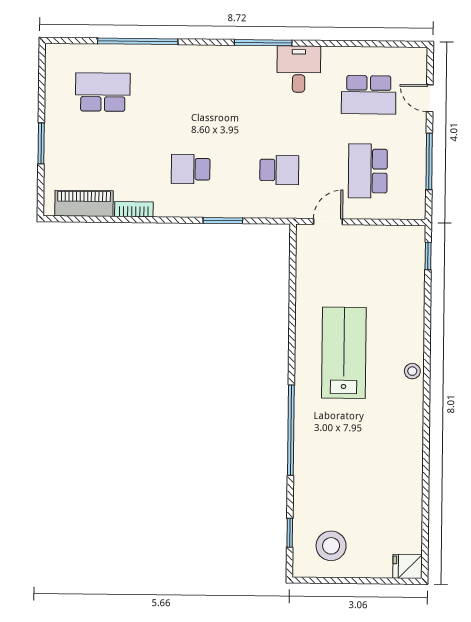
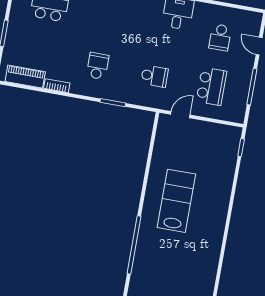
school desk: (369, 95) -> (220, 37), width x0.54
school desk: (191, 169) -> (98, 66), turned 90
school desk: (368, 171) -> (211, 86), turned 180
stool: (412, 371) -> (219, 220), removed

